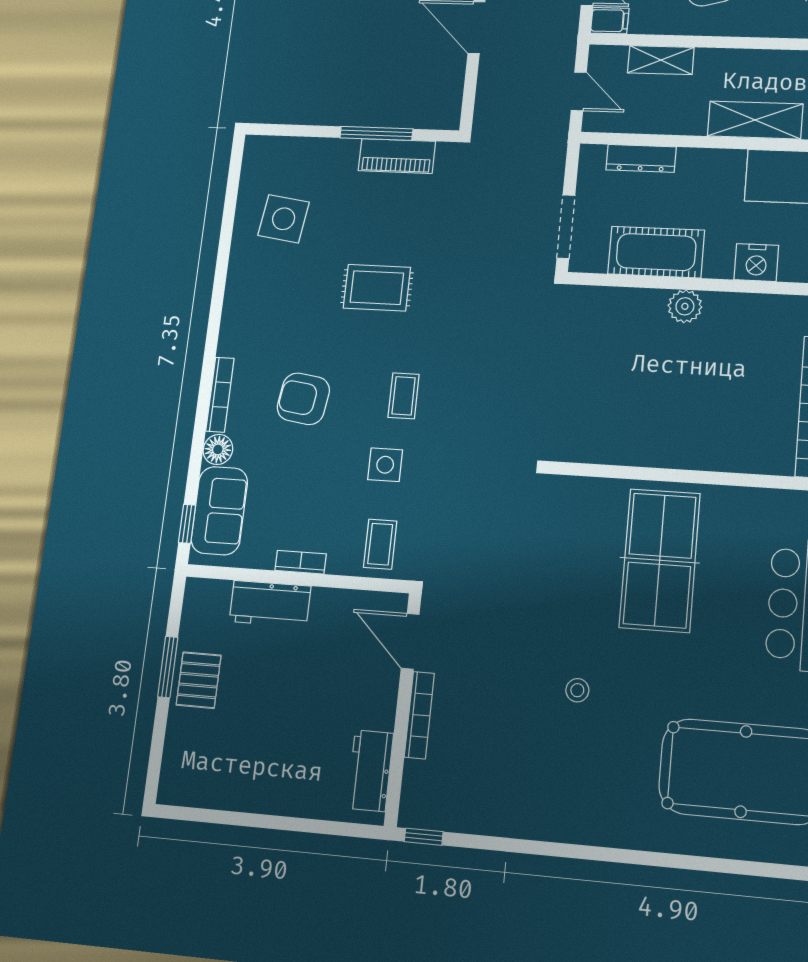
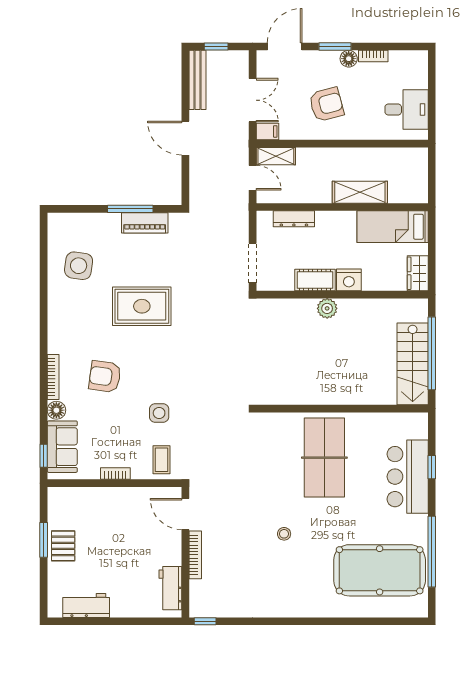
shelving: (661, 60) -> (276, 156), moved
cot: (656, 252) -> (315, 280), width x0.73, depth x0.75
nightstand: (756, 263) -> (349, 280), moved
rug: (377, 288) -> (142, 306), width x1.36, depth x1.43
coffee table: (404, 396) -> (166, 371), removed
workbench: (270, 604) -> (86, 606), moved, turned 180

